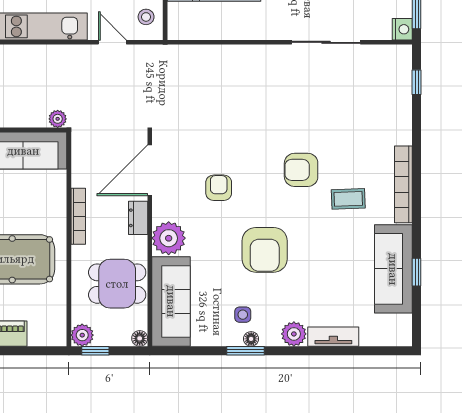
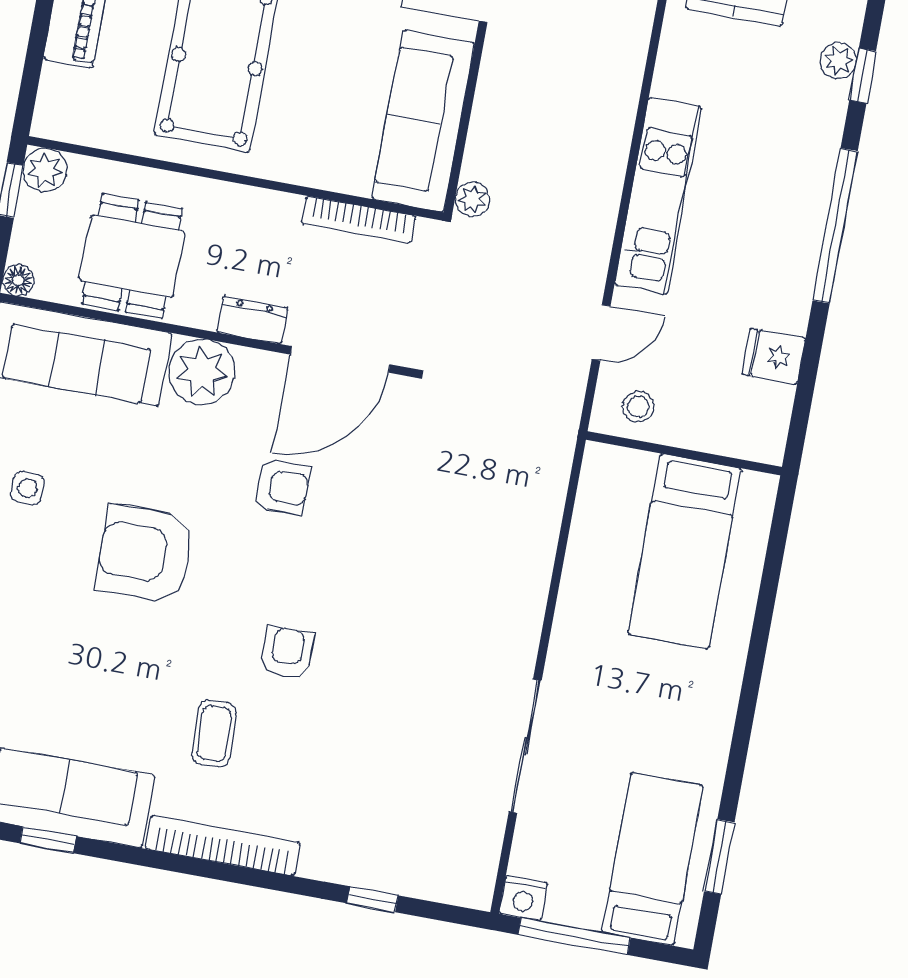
window: (417, 82) -> (373, 899), moved
door: (150, 170) -> (340, 359), swing flipped
armchair: (301, 170) -> (287, 653), width x0.72, depth x0.72
bookcase: (78, 216) -> (358, 220), moved

